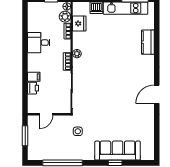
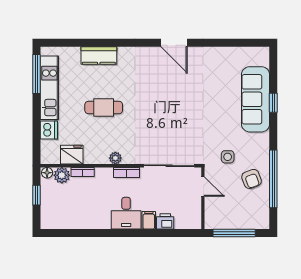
desk: (39, 43) -> (126, 213), moved
cafe table: (112, 46) -> (104, 108), added
door: (46, 114) -> (203, 187), moved
window: (25, 136) -> (234, 233), width x1.44
armchair: (62, 148) -> (252, 179), added

